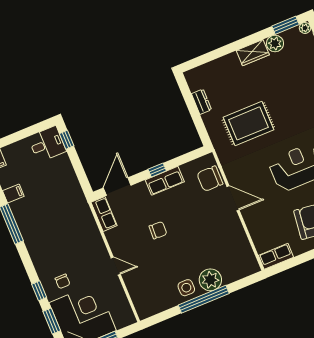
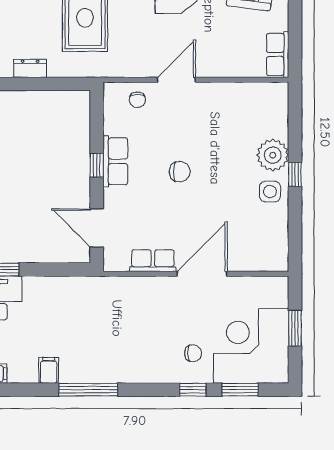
chair: (210, 179) -> (137, 100), width x0.54, depth x0.54
row of seats: (104, 214) -> (153, 261), moved
chair: (158, 230) -> (180, 172), moved, turned 87
door: (116, 266) -> (202, 274), width x1.87
window: (204, 299) -> (295, 175), width x0.32

